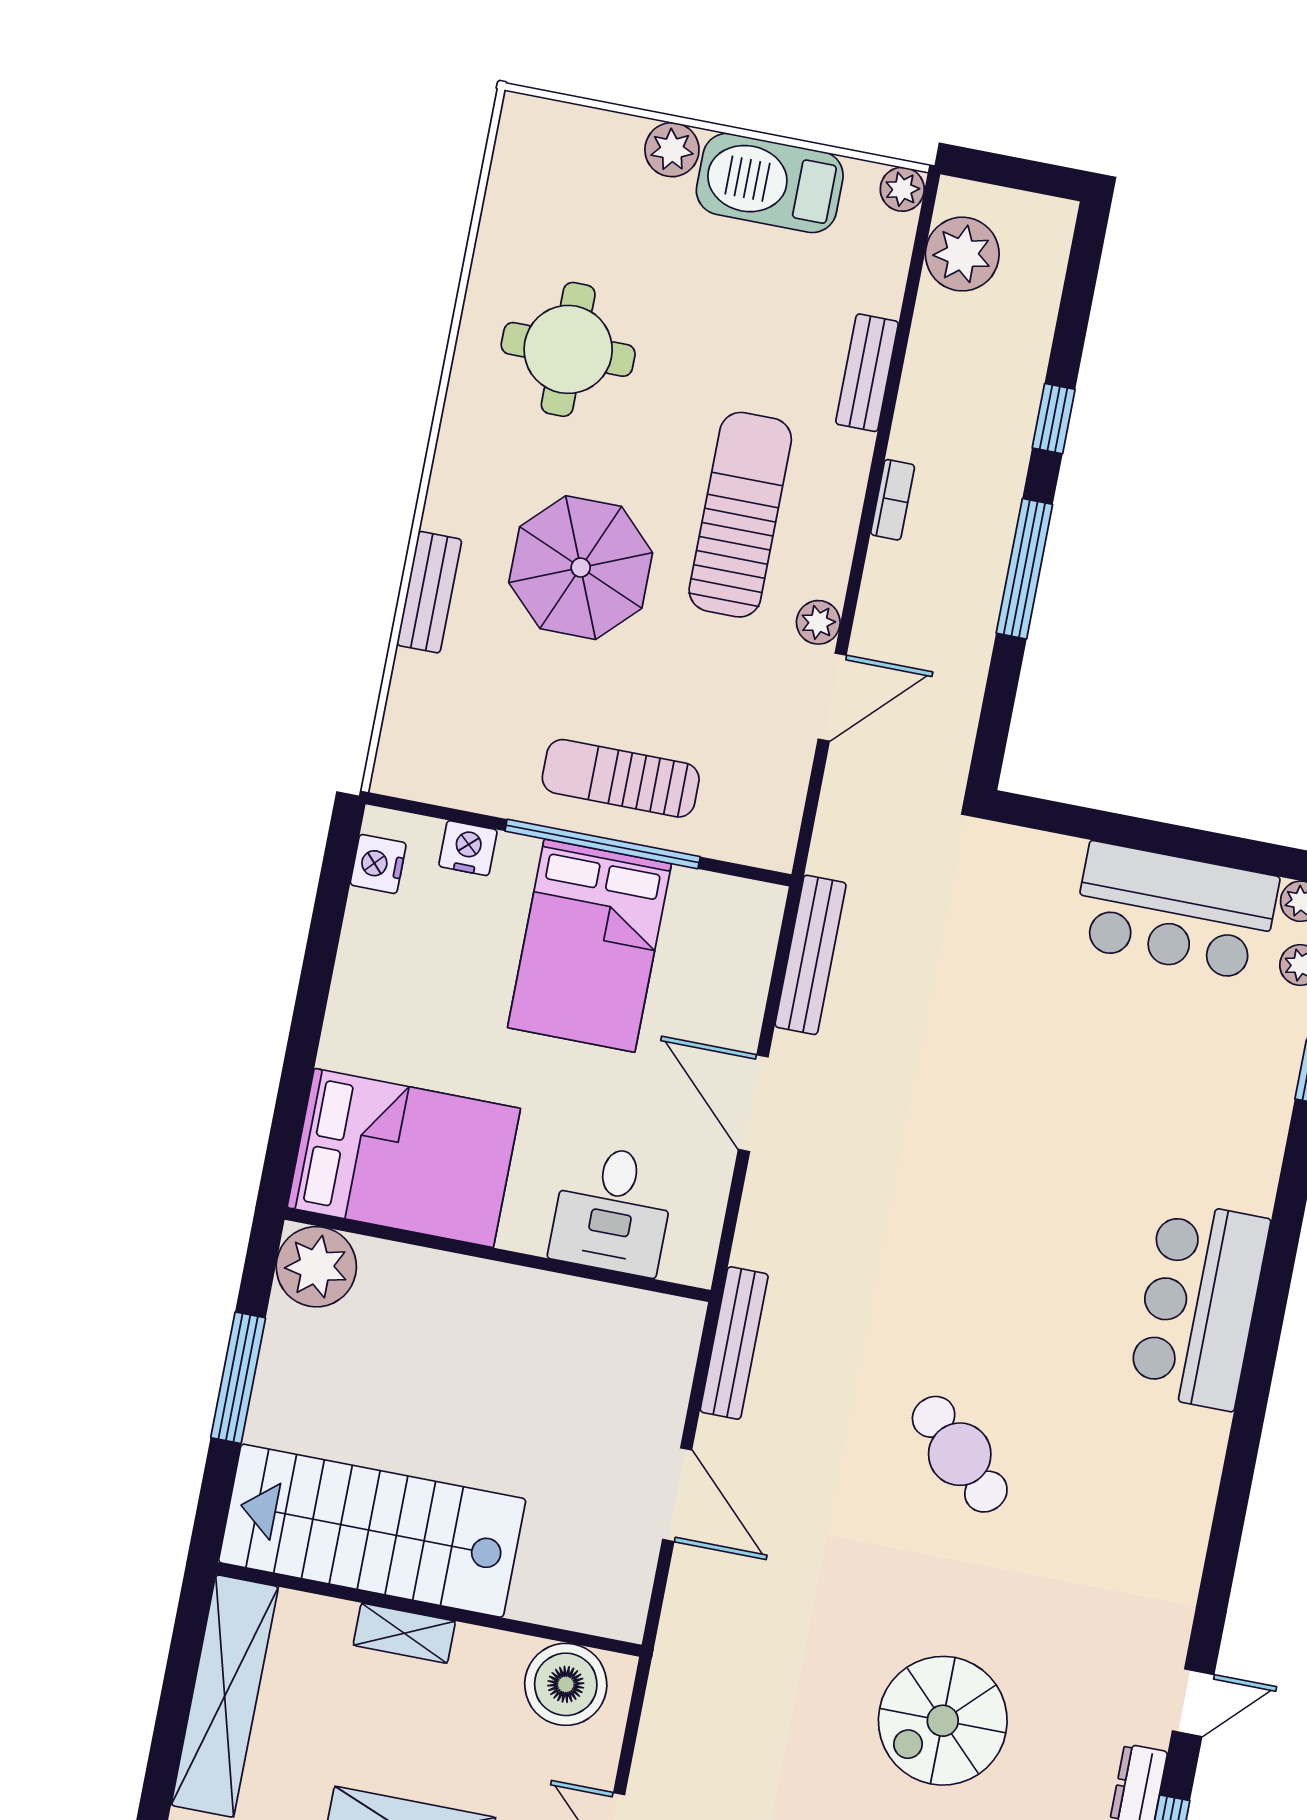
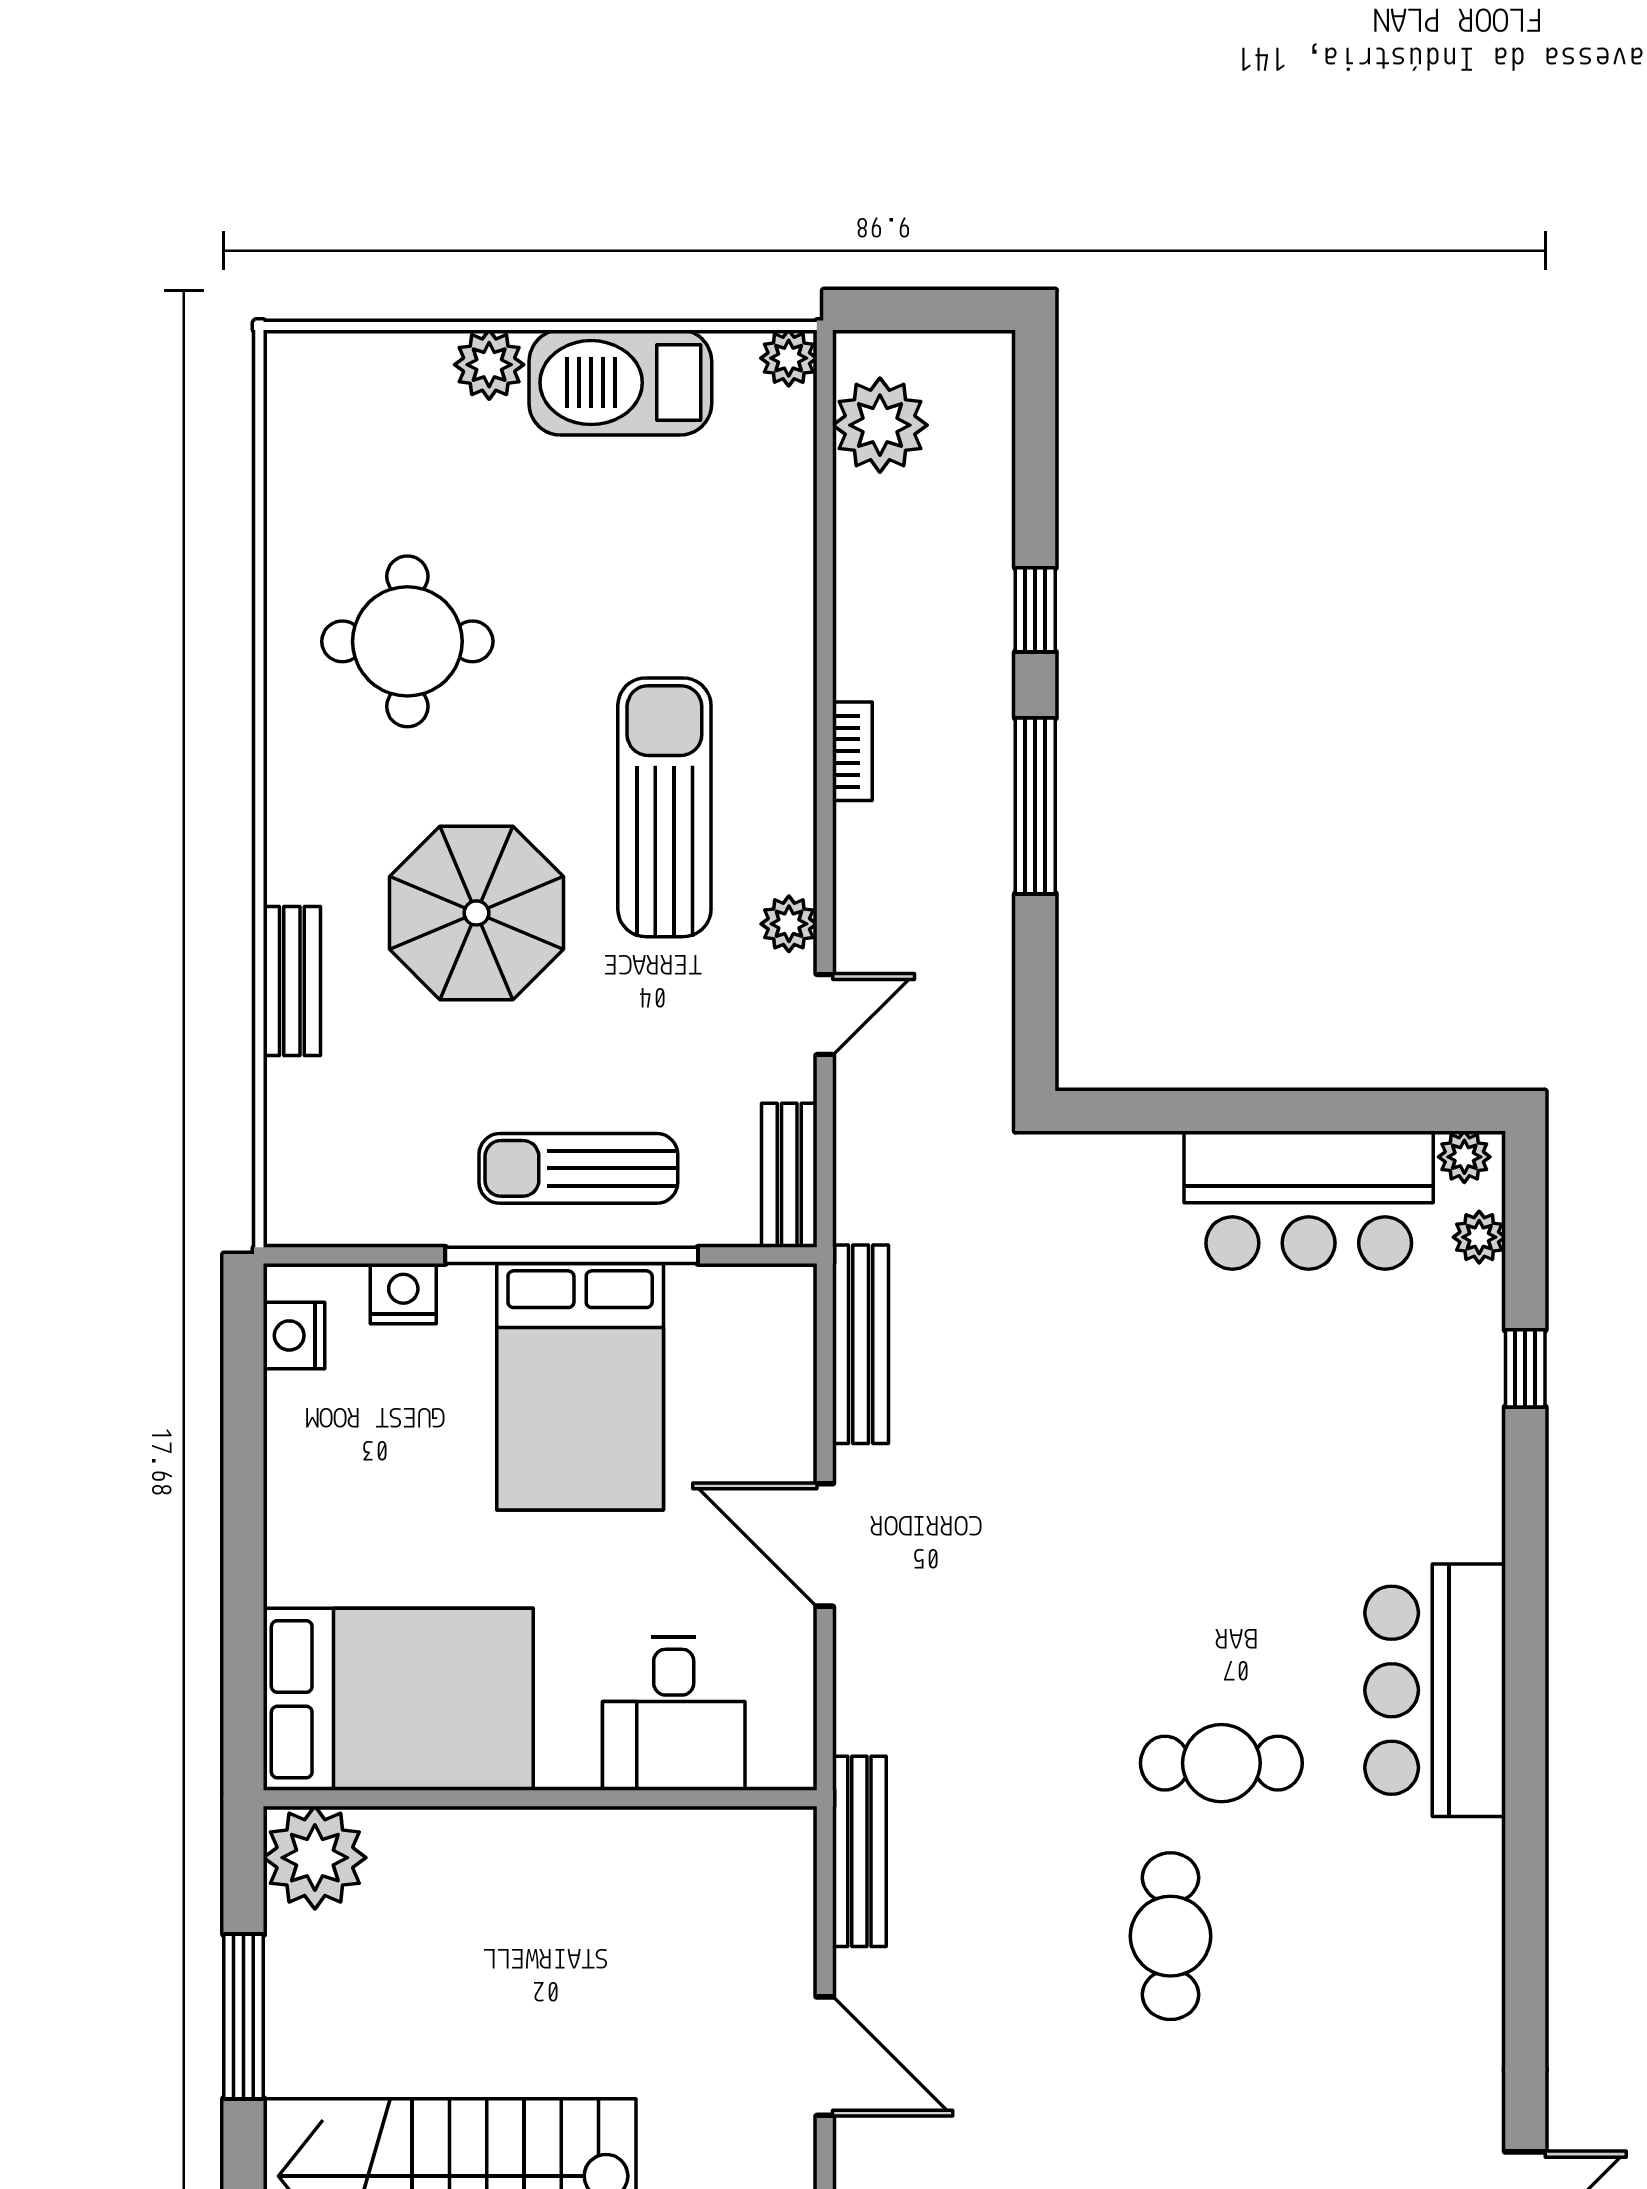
bench: (867, 373) -> (789, 1175), moved
door: (832, 697) -> (825, 1014), width x0.73
cafe table: (1024, 1329) -> (1221, 1763), added
cafe table: (960, 1454) -> (1171, 1936), turned 46

